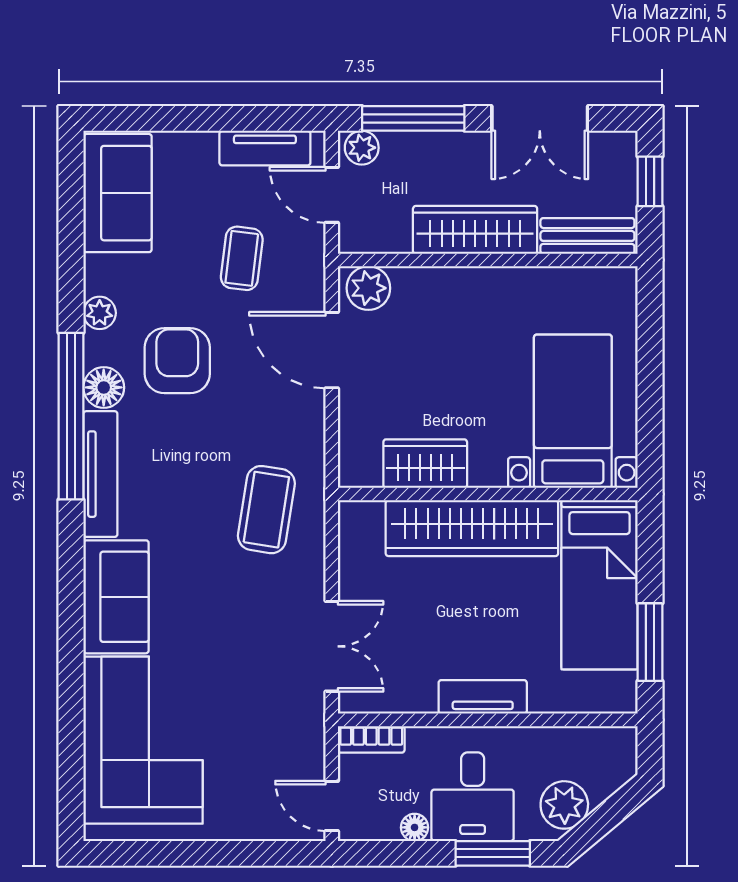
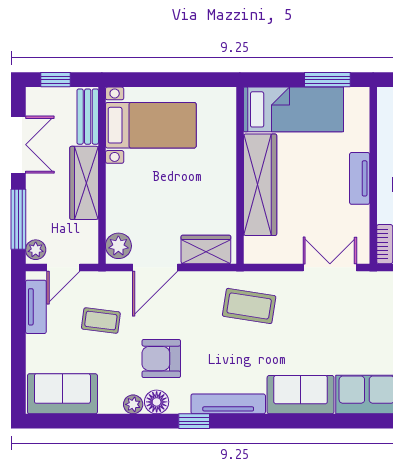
floor lamp: (104, 387) -> (157, 402), moved
bed with nightstands: (573, 411) -> (151, 125), moved, turned 180
window: (71, 416) -> (194, 421), width x0.32
wardrobe: (425, 464) -> (206, 249), moved, turned 90

